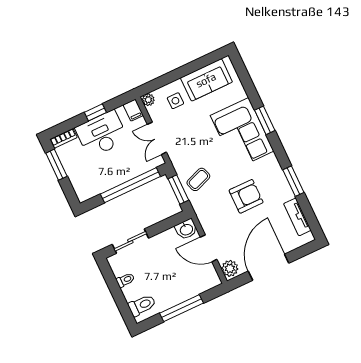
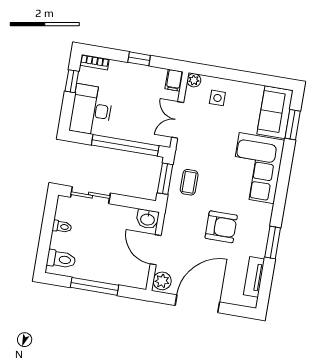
sofa: (206, 80) -> (275, 112), moved, turned 90
window: (265, 120) -> (293, 125), moved
desk: (102, 134) -> (91, 110), moved, turned -90
window: (56, 165) -> (72, 81), width x0.67
coffee table: (198, 179) -> (189, 182), turned -70

